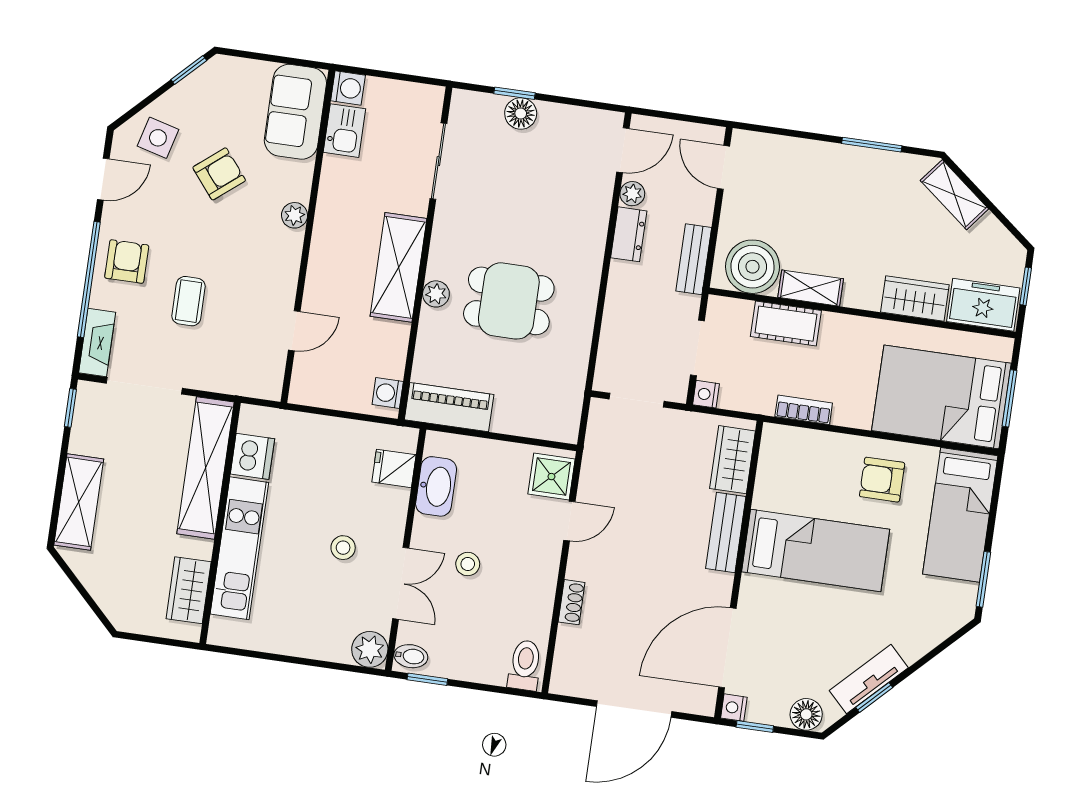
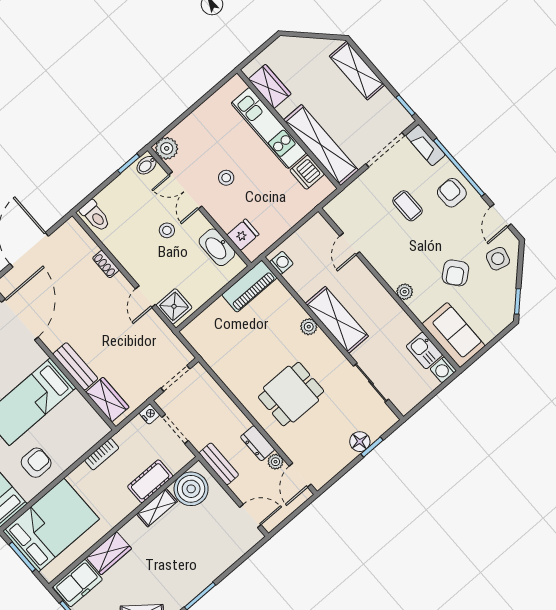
armchair: (127, 262) -> (452, 193), turned 180
dining table: (509, 301) -> (291, 394), moved

